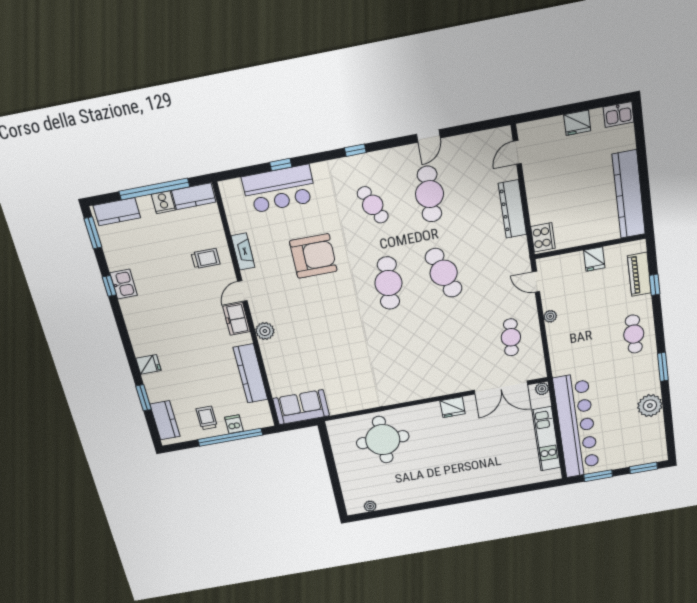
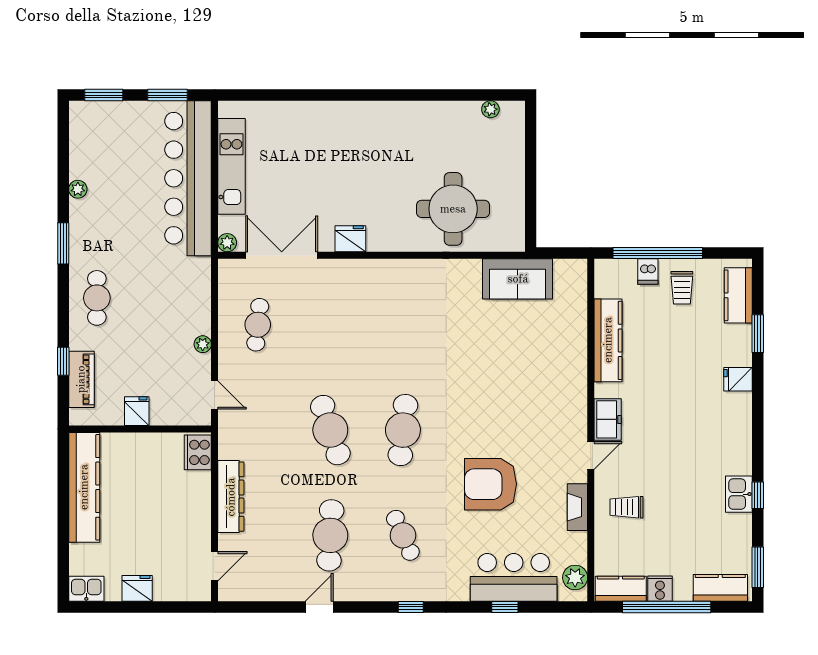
plant: (265, 331) -> (575, 578), moved
plant: (650, 406) -> (78, 189), width x0.53, depth x0.53
sofa: (301, 407) -> (518, 279), moved

